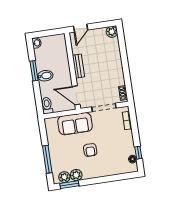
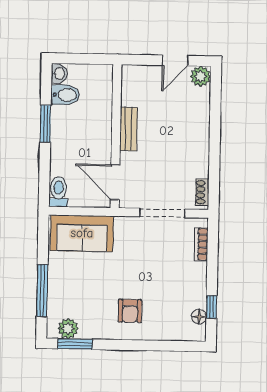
door: (81, 28) -> (175, 61), moved
bidet: (45, 76) -> (65, 95), moved
sofa: (75, 124) -> (82, 233), moved
armchair: (90, 150) -> (130, 311), moved
plant: (76, 175) -> (91, 329), removed

